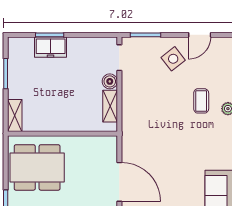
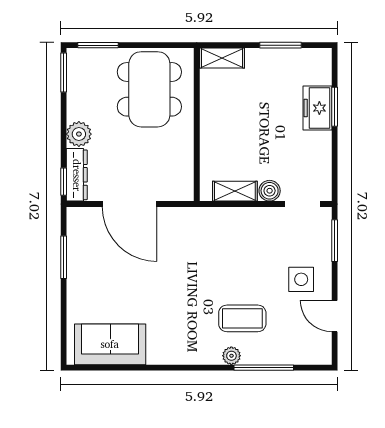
side table: (173, 59) -> (301, 279), turned 38
coffee table: (201, 101) -> (242, 318), width x1.36, depth x1.30
door: (119, 182) -> (129, 204), hinge flipped

